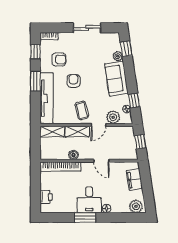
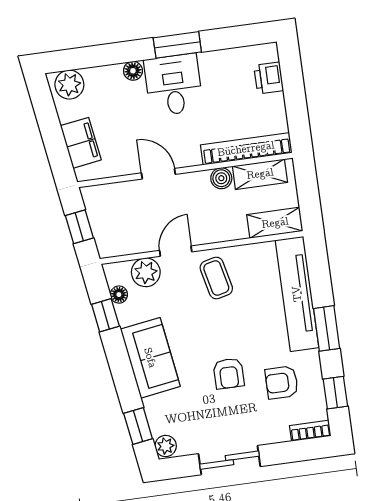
plant: (118, 56) -> (166, 446), moved
armchair: (73, 81) -> (229, 373), moved
shelving: (77, 131) -> (260, 174), moved

